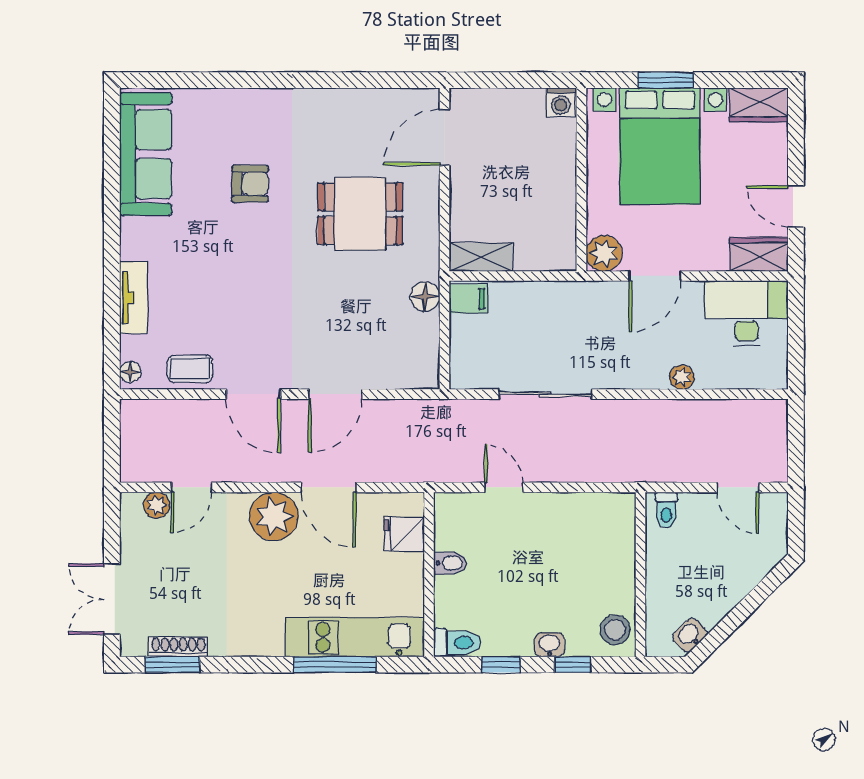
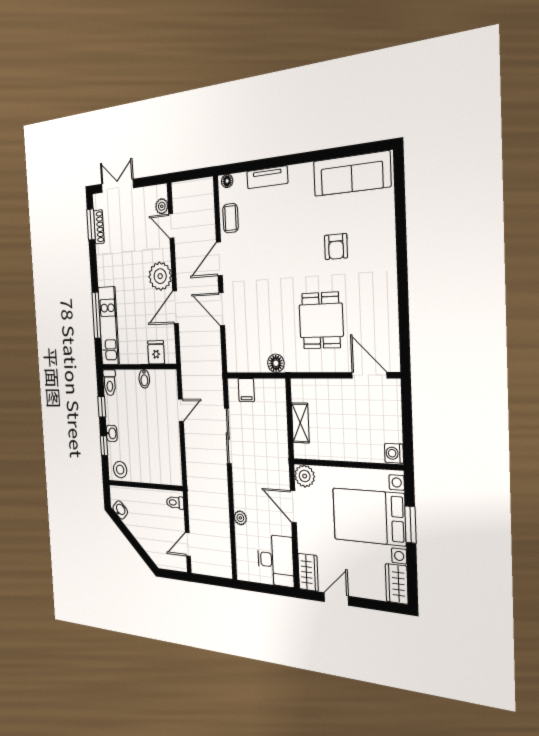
shelving: (481, 257) -> (300, 423), moved
filing cabinet: (468, 299) -> (246, 390), moved

